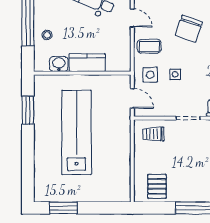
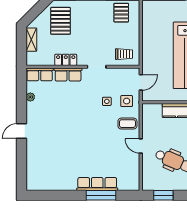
chair: (189, 29) -> (96, 137), removed
door: (132, 98) -> (141, 82), swing flipped

